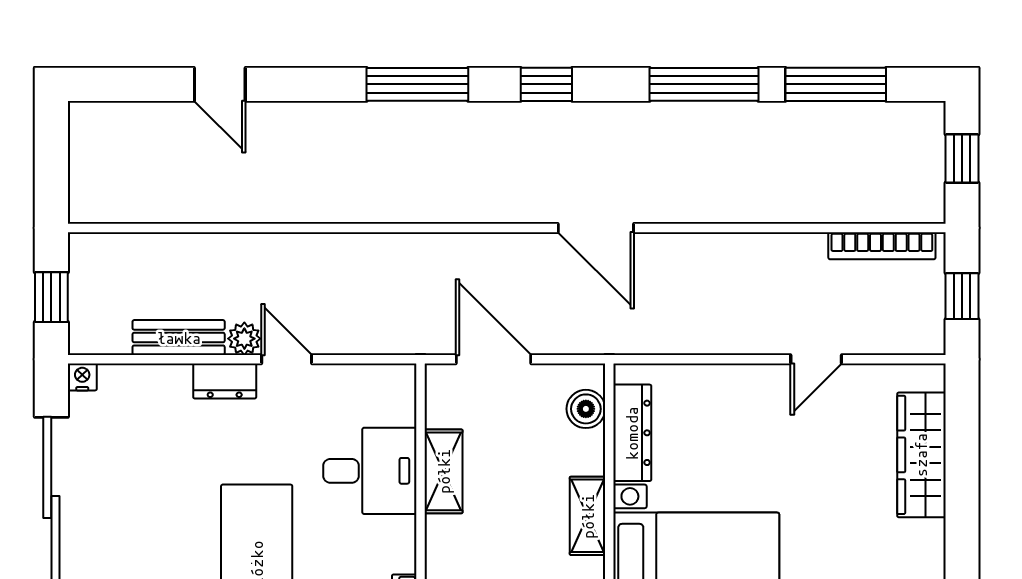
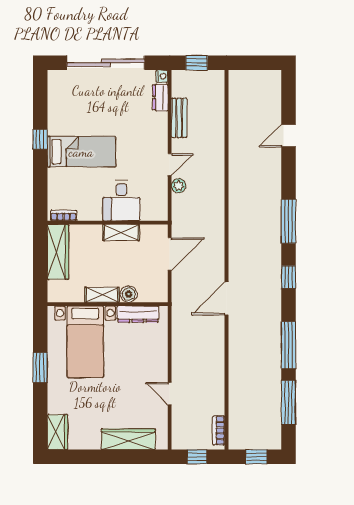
bookcase: (882, 246) -> (219, 430), width x0.64
plant: (244, 339) -> (179, 186), moved
dresser: (225, 381) -> (160, 97), moved
boiler: (586, 409) -> (129, 294), moved

